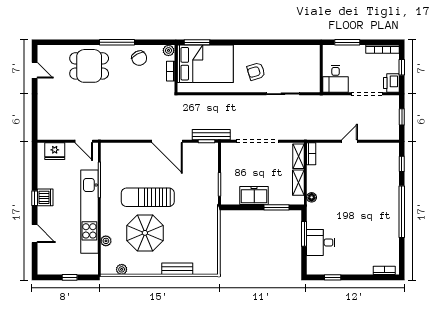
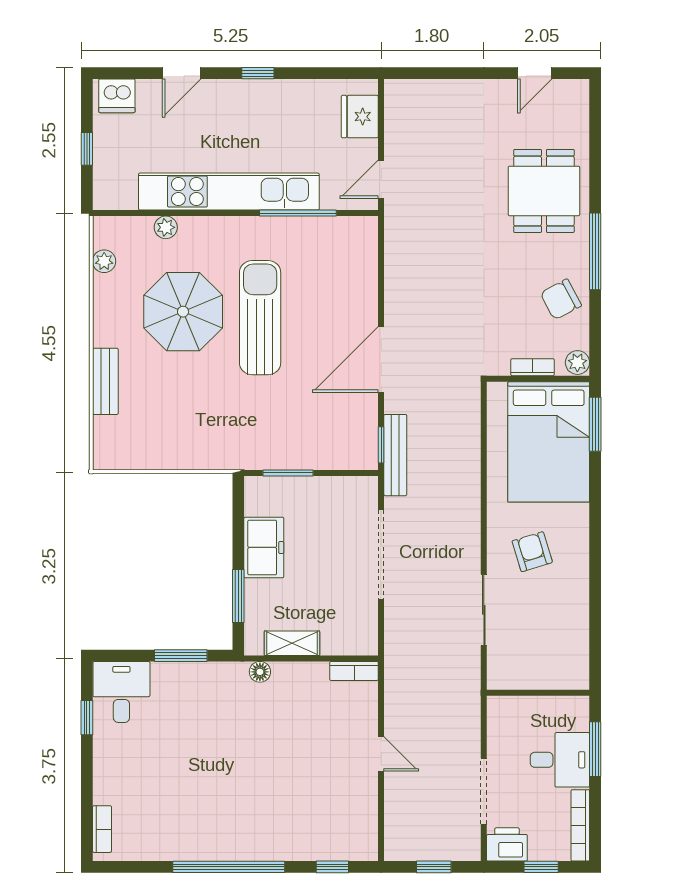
desk: (336, 79) -> (560, 760), moved, turned 180
shelving: (299, 156) -> (349, 644), removed
dishwasher: (45, 197) -> (117, 96), moved
desk: (321, 242) -> (121, 692), moved

